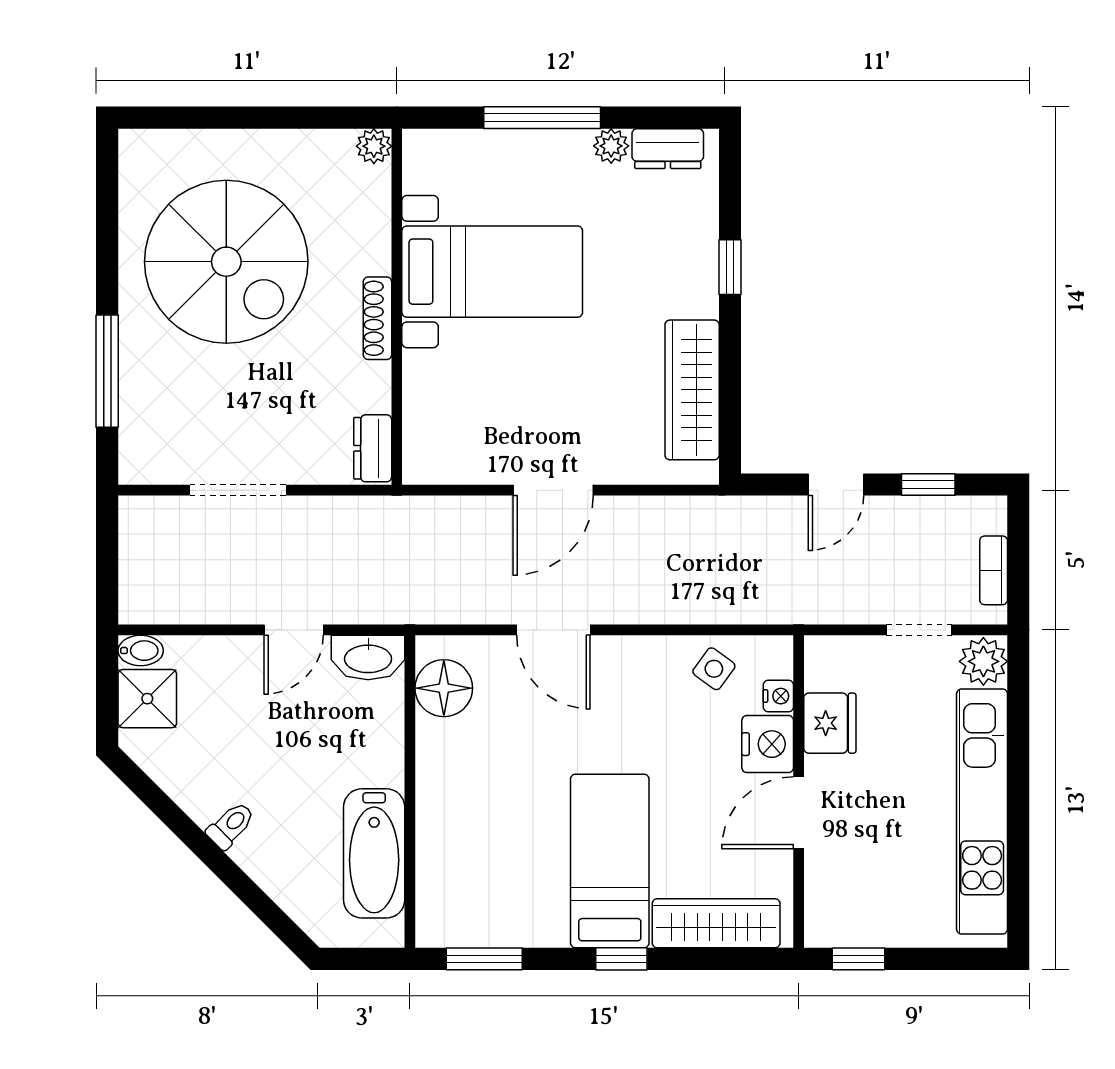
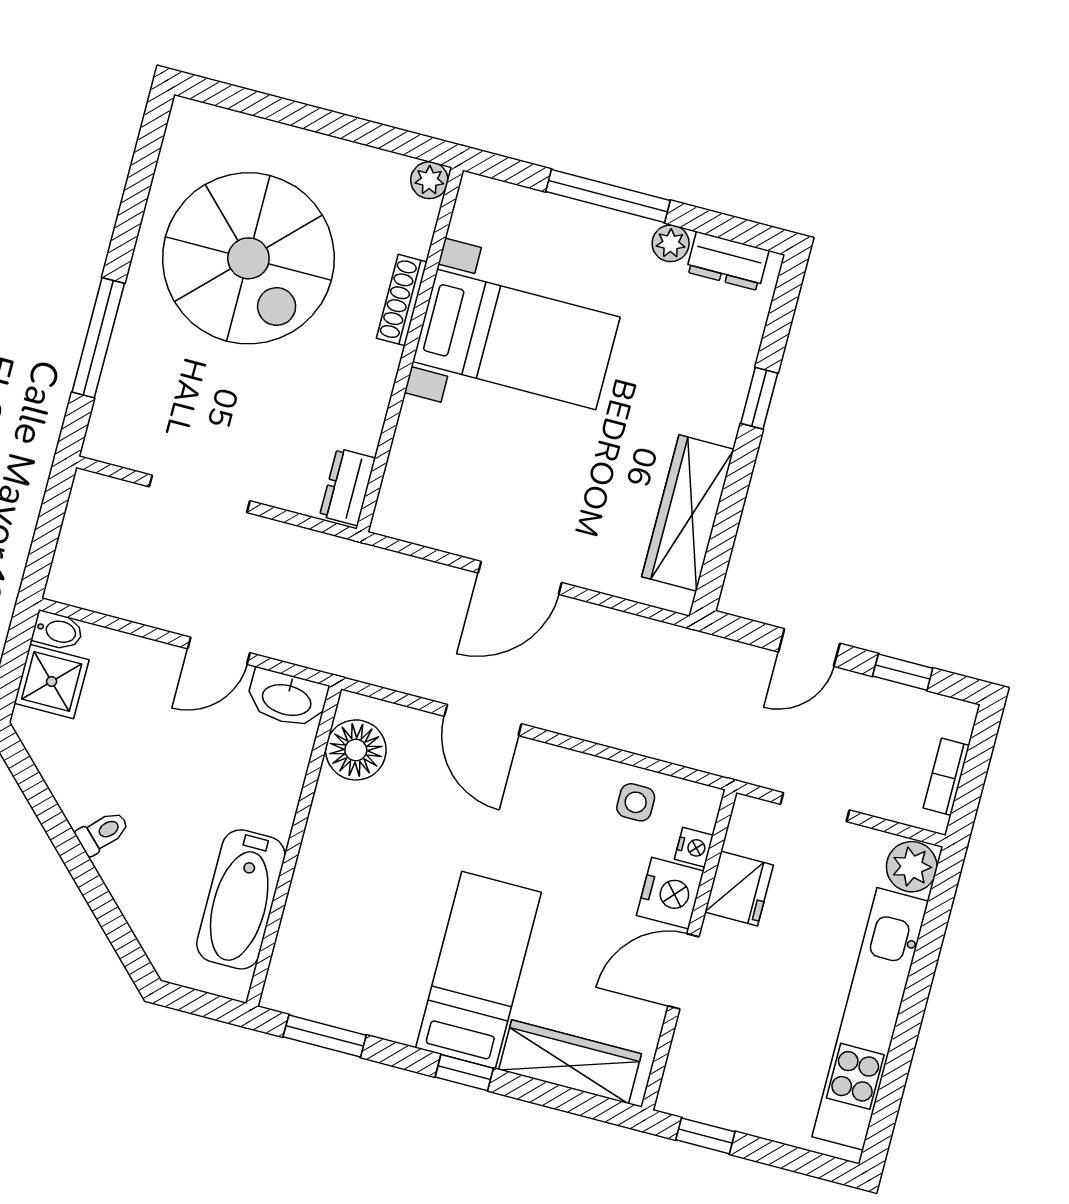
shoe rack: (377, 318) -> (402, 300), moved
doorway: (919, 630) -> (815, 807), moved
side table: (714, 669) -> (636, 802), turned -36

